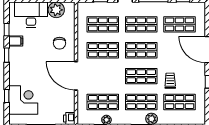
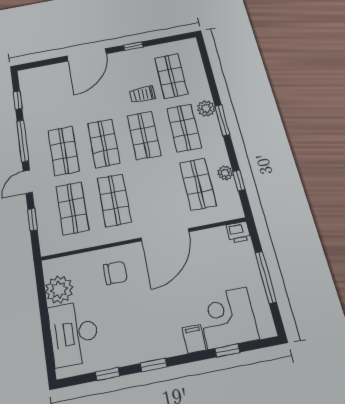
shop shelf: (179, 24) -> (55, 98), removed
filing cabinet: (16, 41) -> (194, 339), moved

